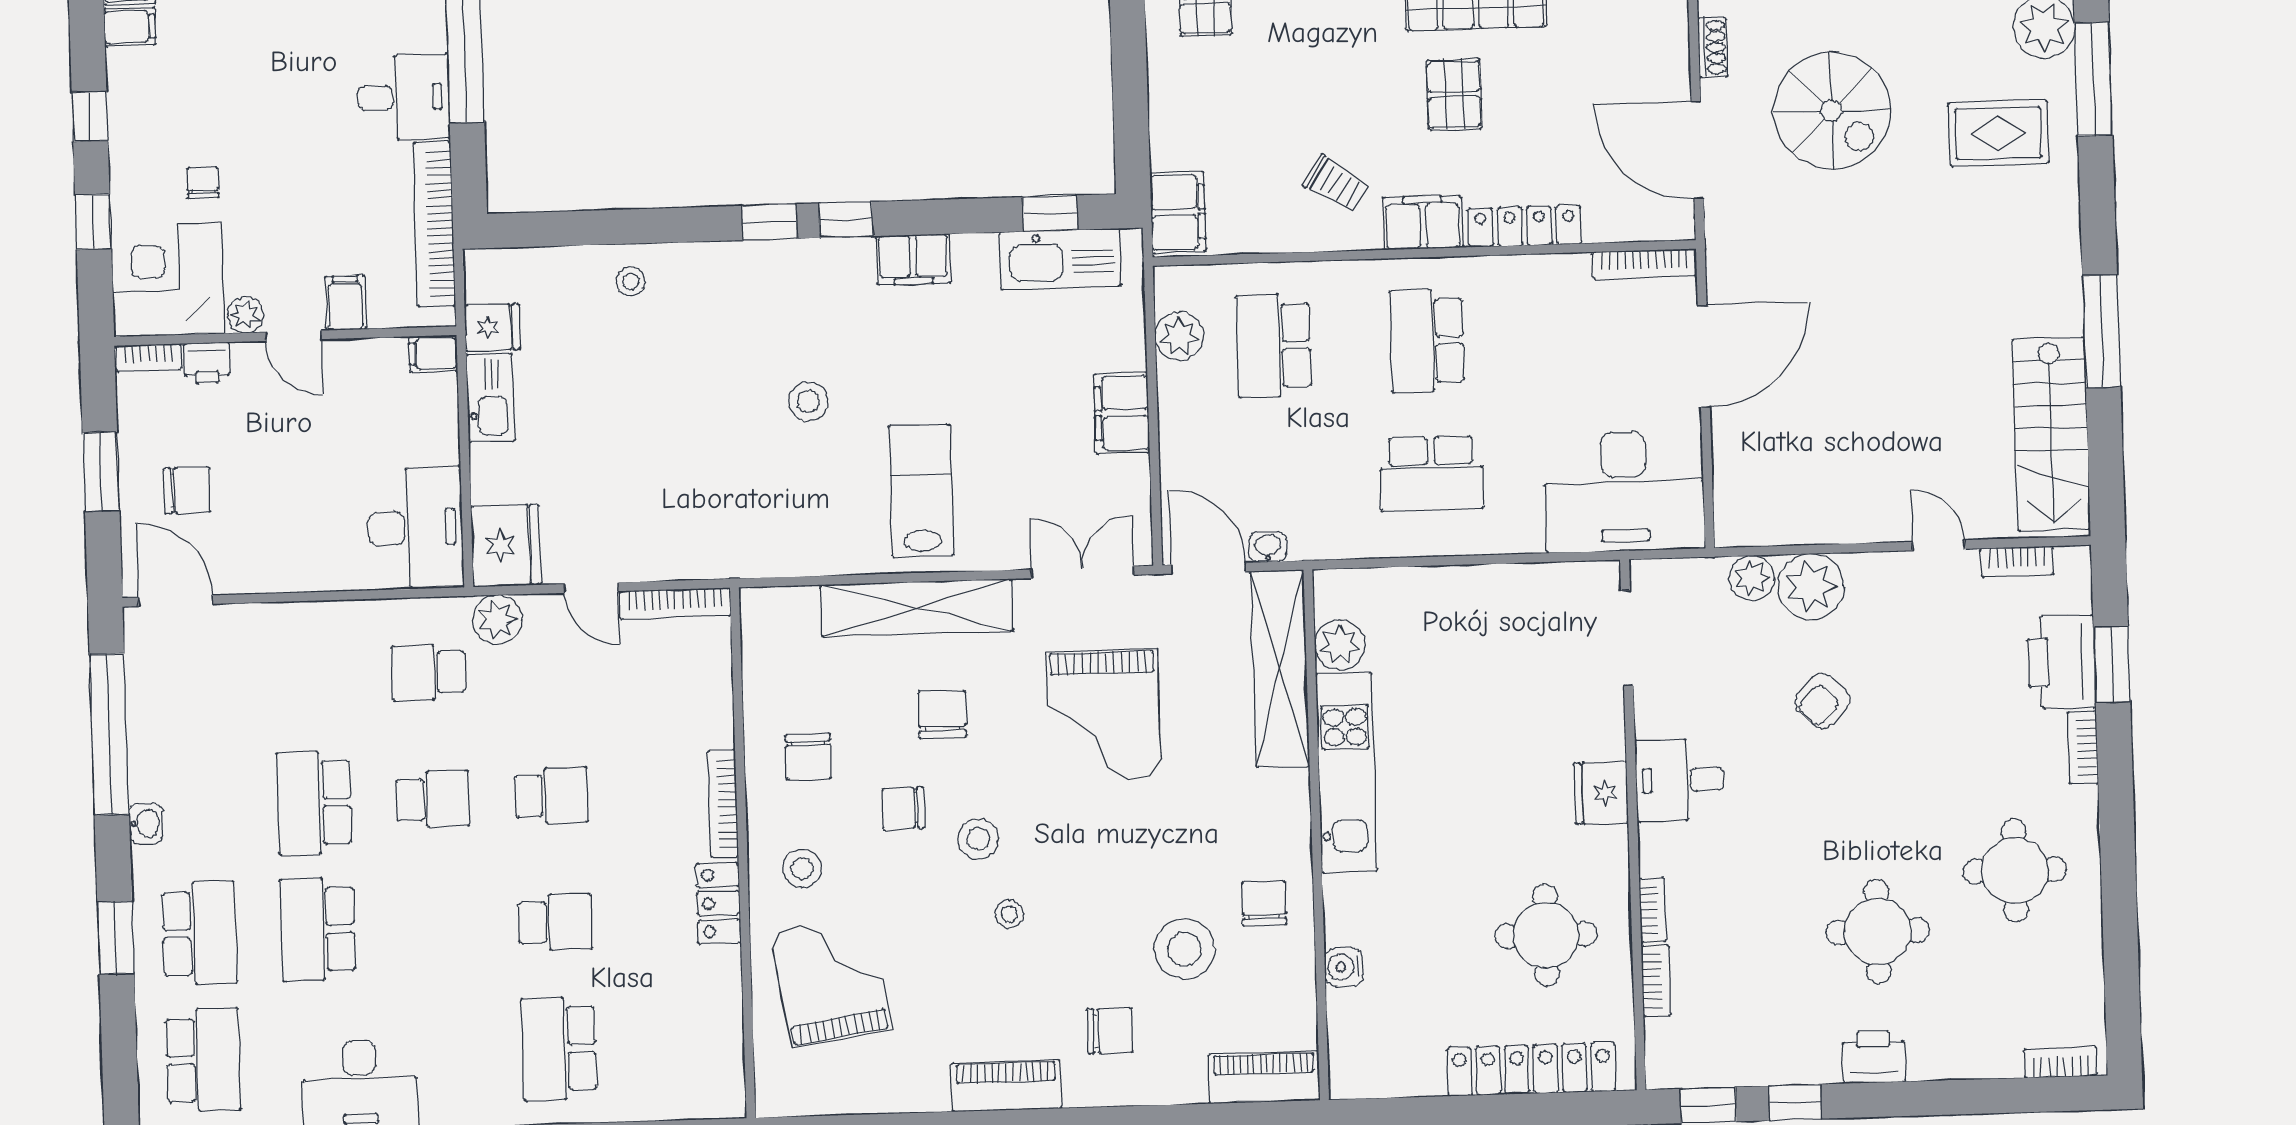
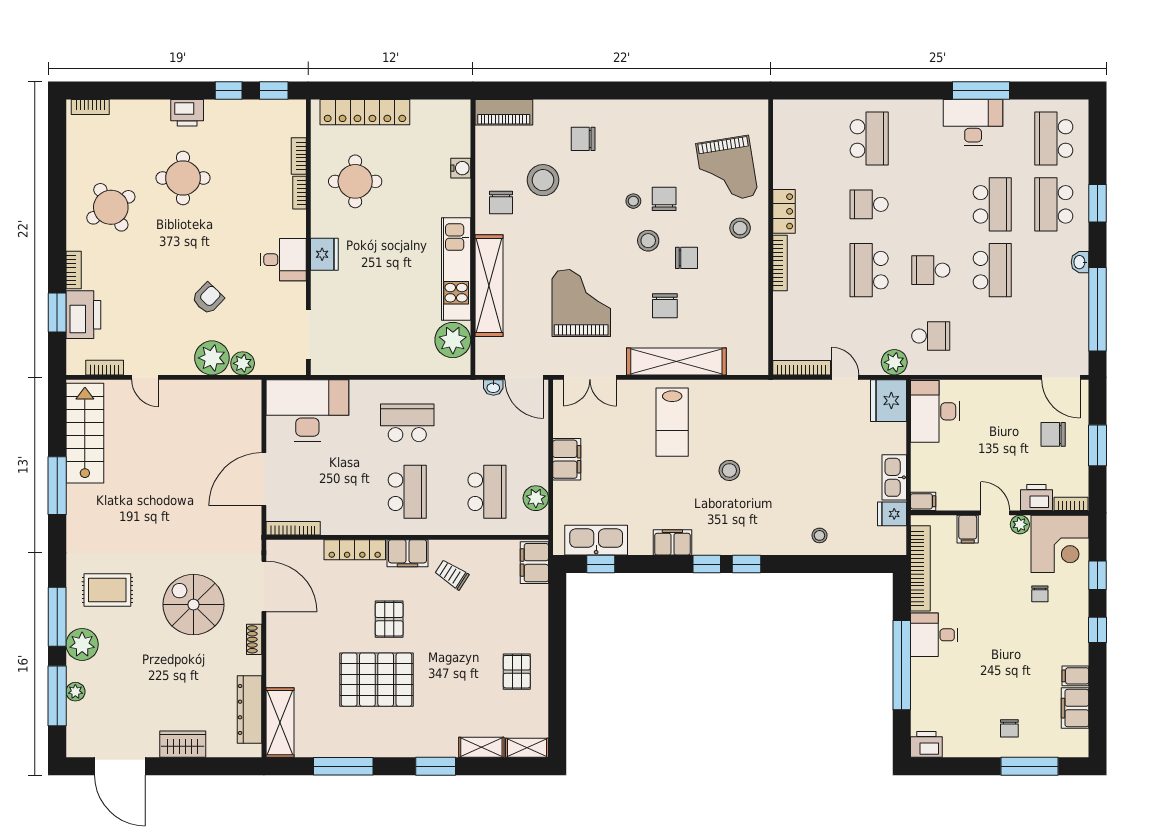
printer: (207, 363) -> (1036, 498), width x1.36, depth x1.24
plant: (1340, 645) -> (453, 340), width x1.36, depth x1.36
shelving: (1280, 669) -> (489, 286), moved
chair: (808, 757) -> (664, 199), moved
school desk: (551, 795) -> (869, 270), width x1.85
round table: (2015, 871) -> (111, 207), turned -31
piano: (1006, 1086) -> (638, 112), removed

